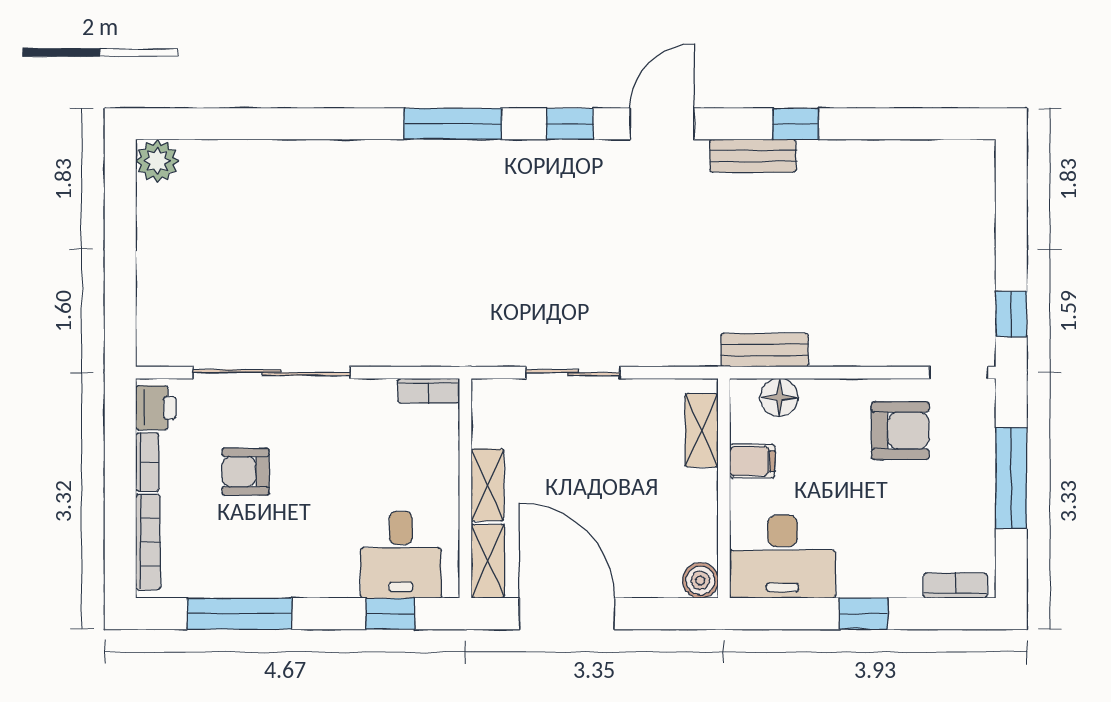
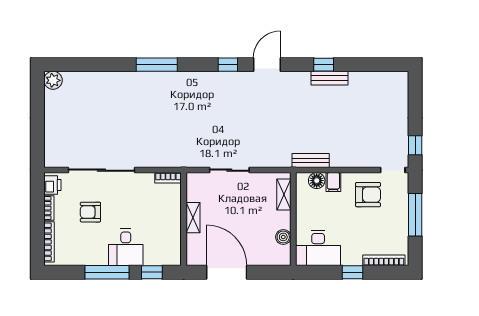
window: (453, 124) -> (157, 65), moved
bench: (753, 156) -> (329, 78), moved
filing cabinet: (752, 461) -> (333, 182), moved, turned 90
desk: (401, 555) -> (126, 247), moved
shelving: (488, 561) -> (193, 250), removed
boiler: (700, 580) -> (283, 237), moved
bookcase: (955, 586) -> (384, 260), width x1.56
window: (240, 614) -> (107, 272), moved

